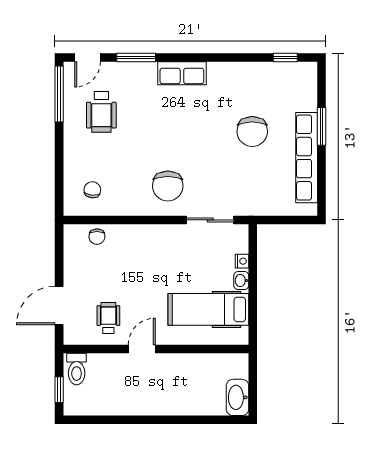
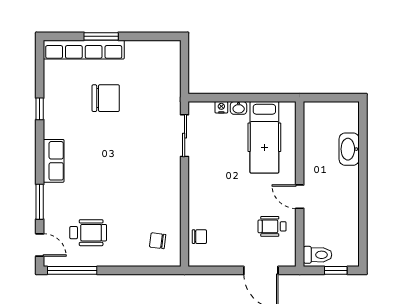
window: (285, 58) -> (40, 109), moved
row of seats: (307, 158) -> (84, 50), moved
chair: (168, 186) -> (154, 173), removed
washbasin: (237, 397) -> (349, 149), moved, turned 90

